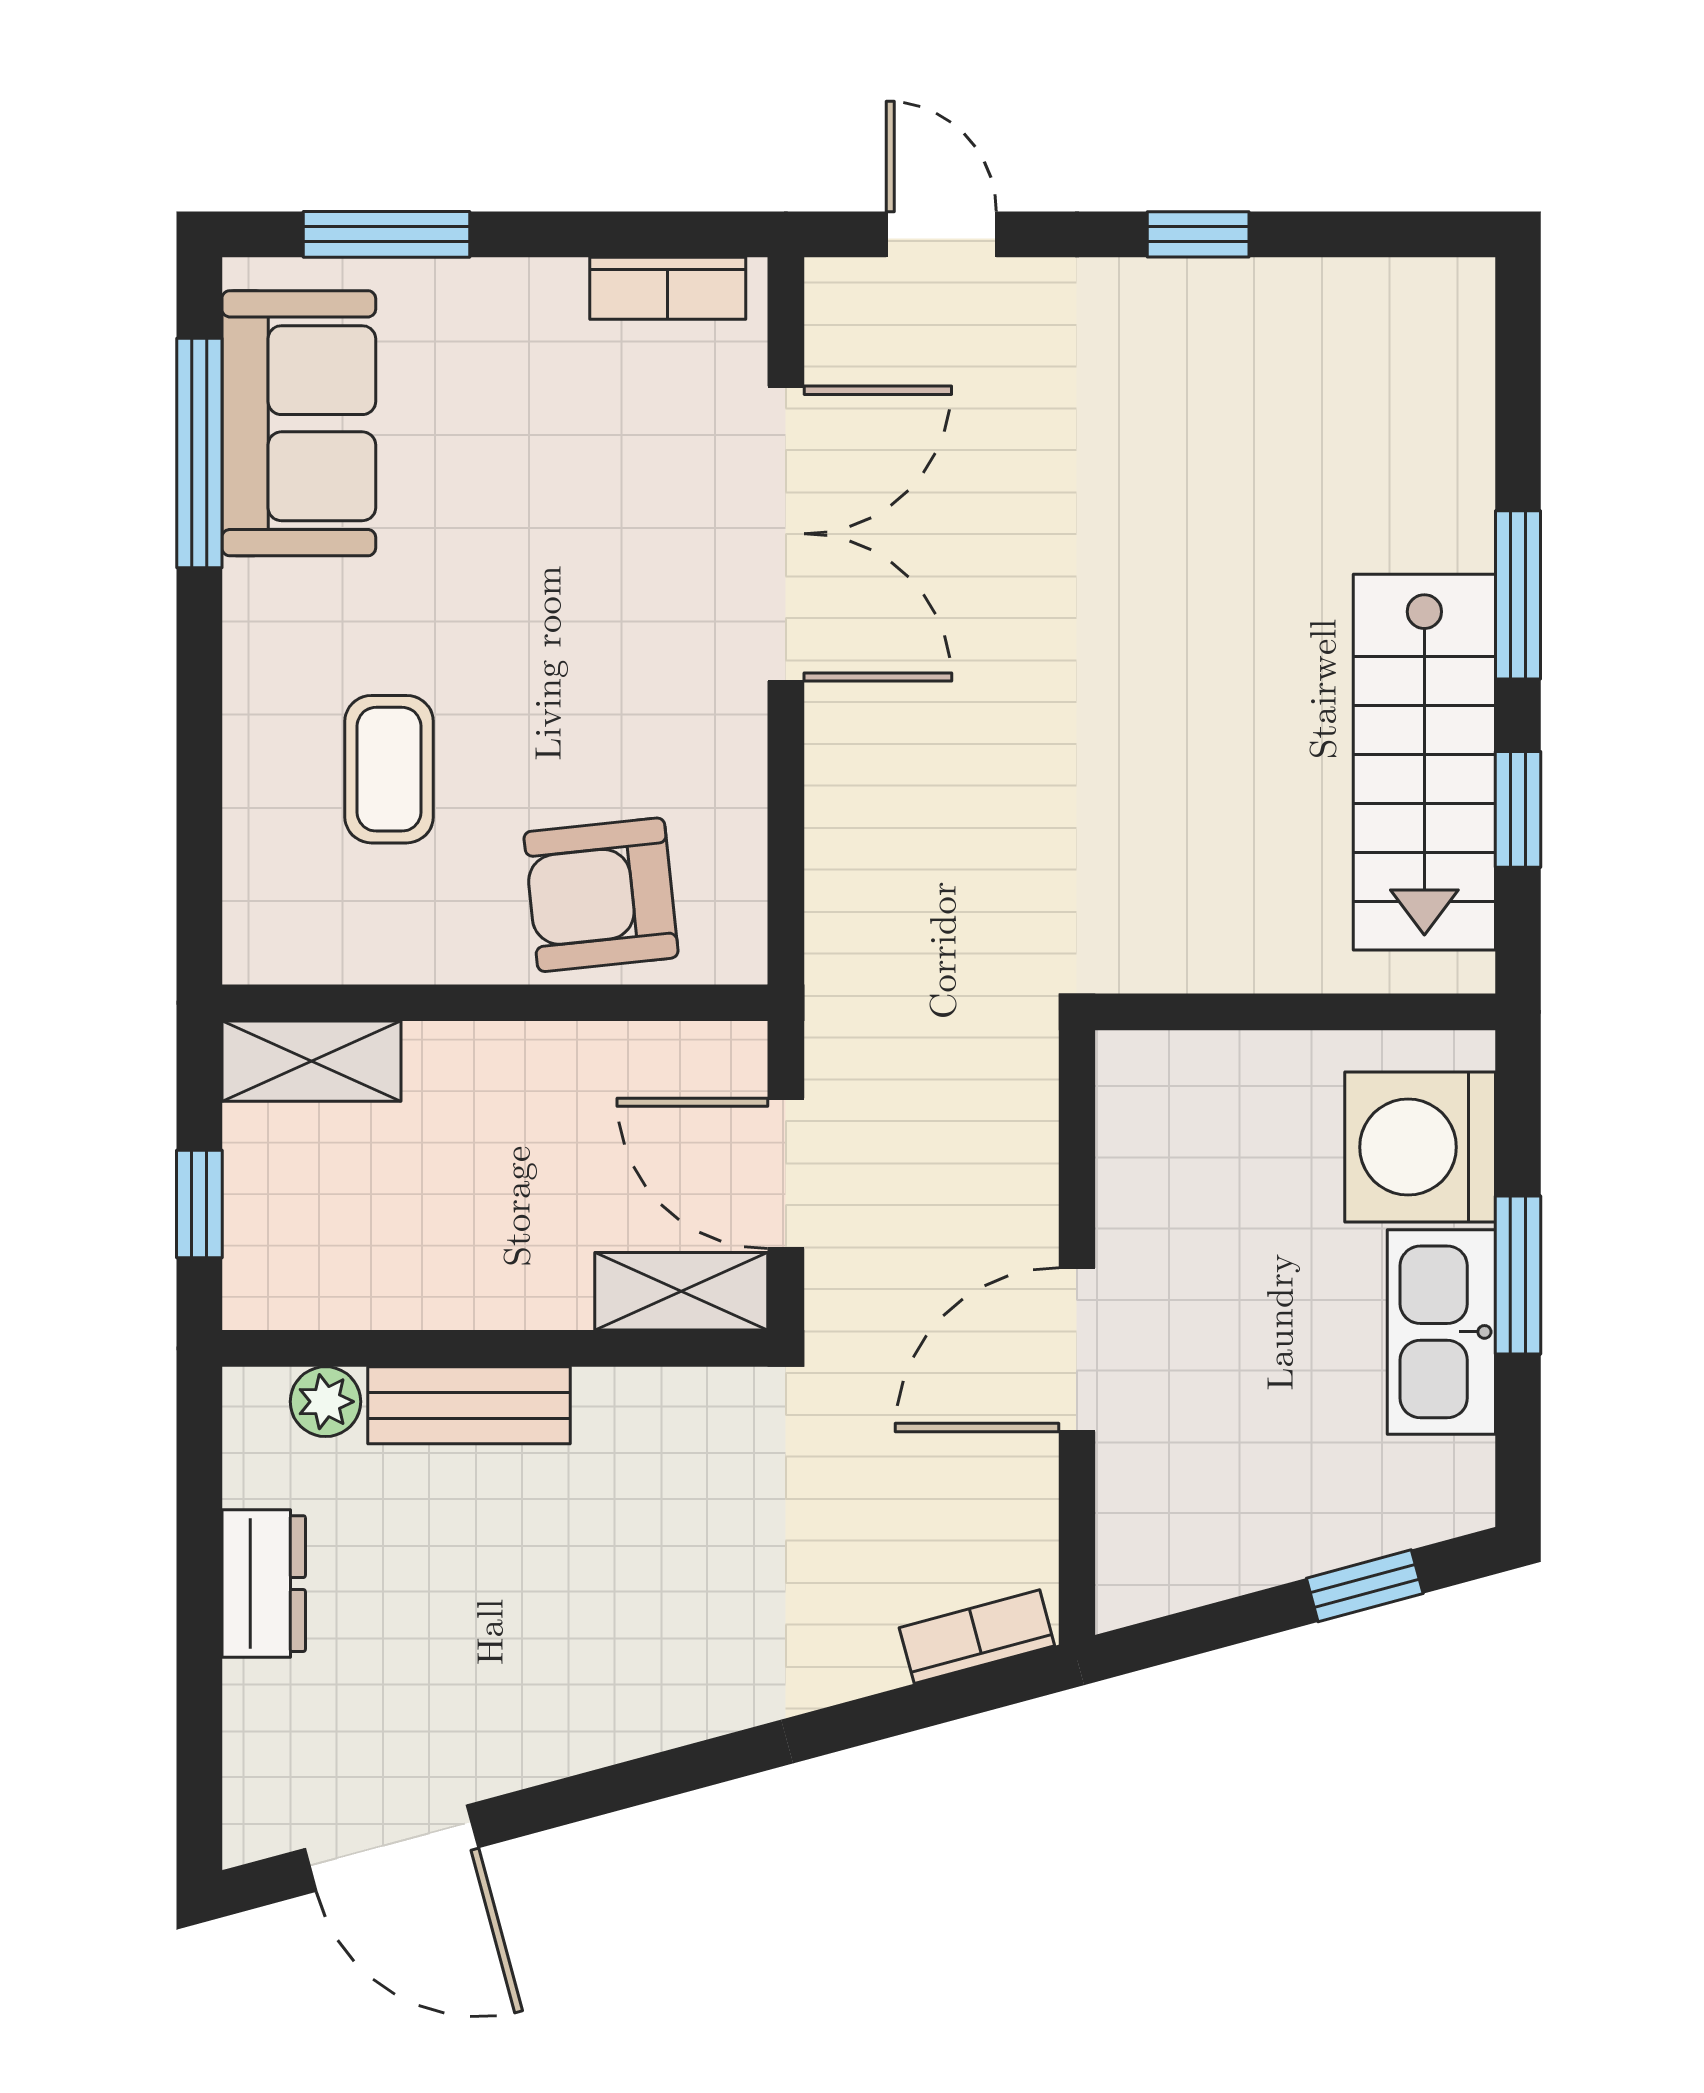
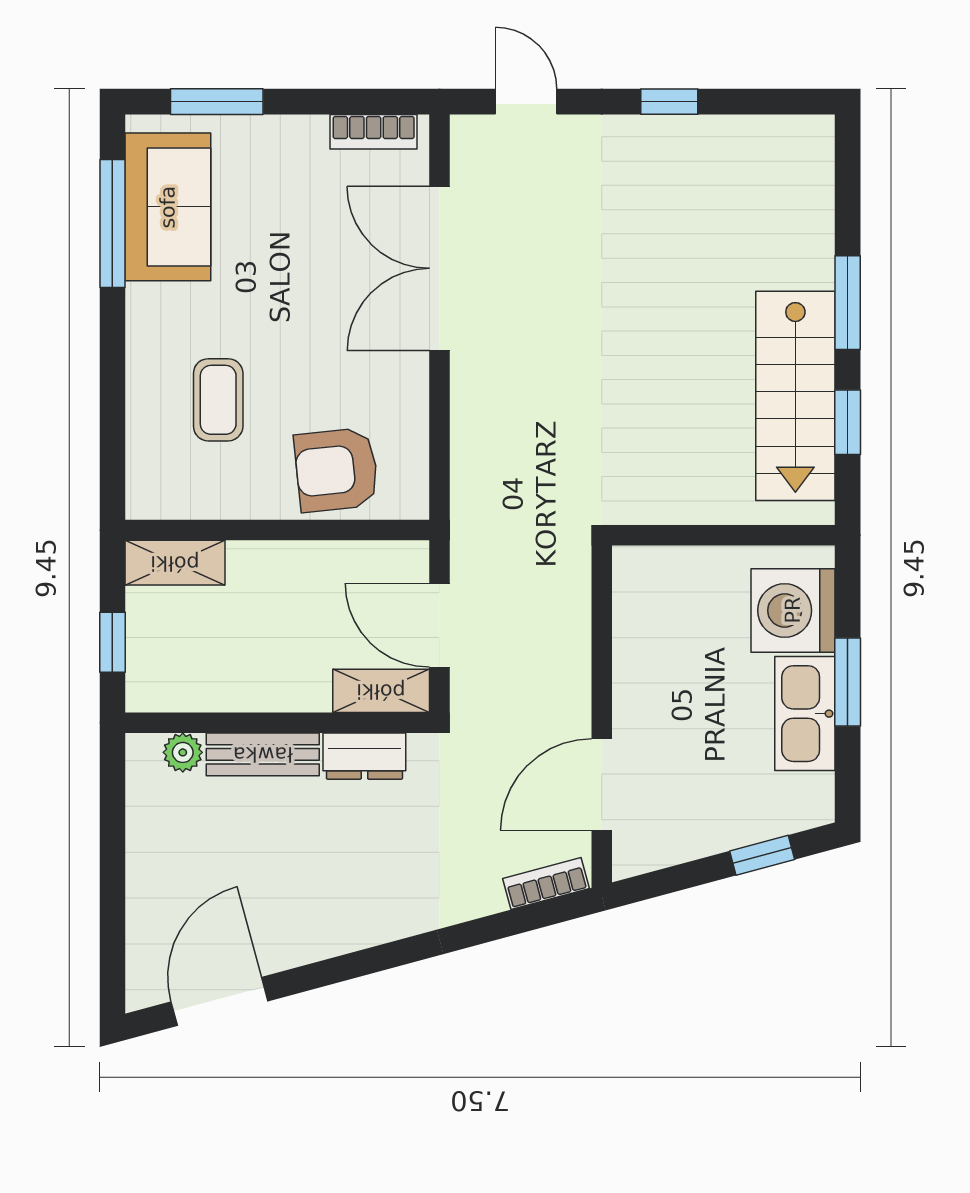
double door: (786, 534) -> (439, 268), swing flipped
door: (1077, 1350) -> (602, 785), moved
dresser: (264, 1584) -> (364, 756), moved, turned 90
door: (392, 1848) -> (220, 1001), swing flipped

